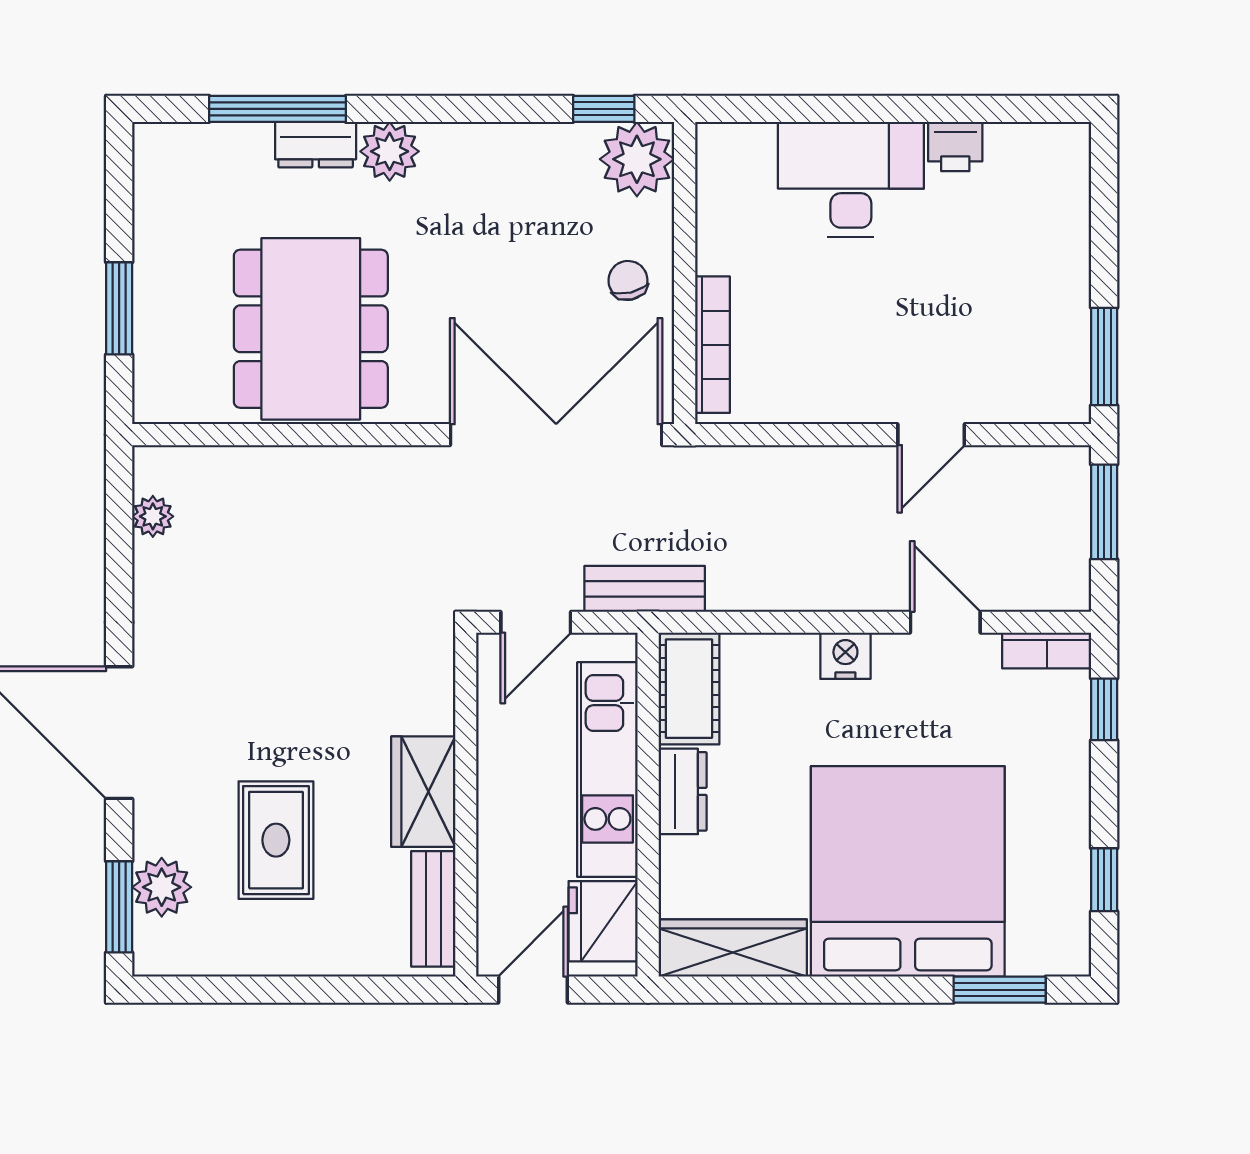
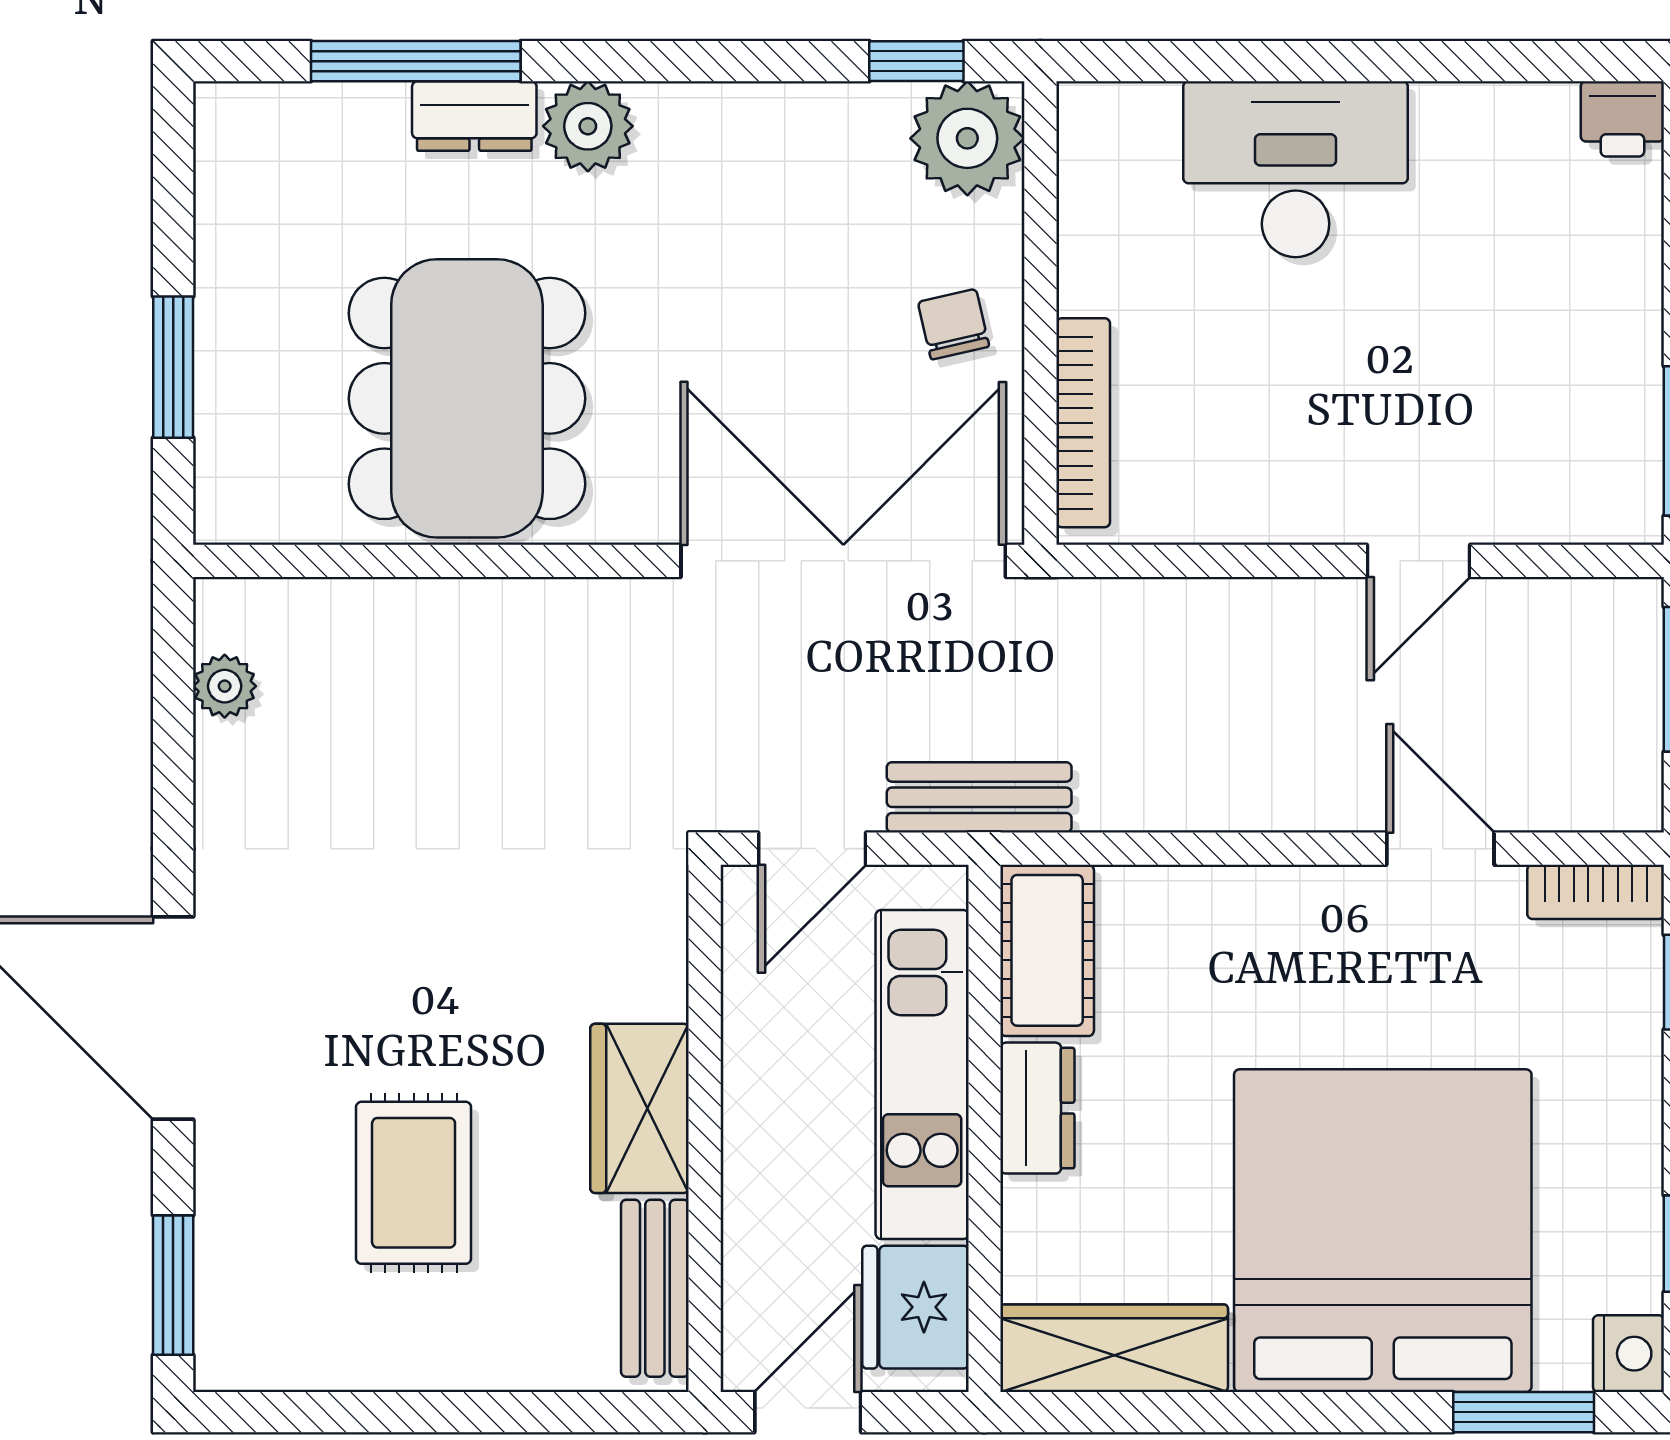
printer: (955, 147) -> (1622, 119), moved
nightstand: (845, 656) -> (1629, 1354), moved, turned 90
plant: (162, 887) -> (238, 1255), removed

